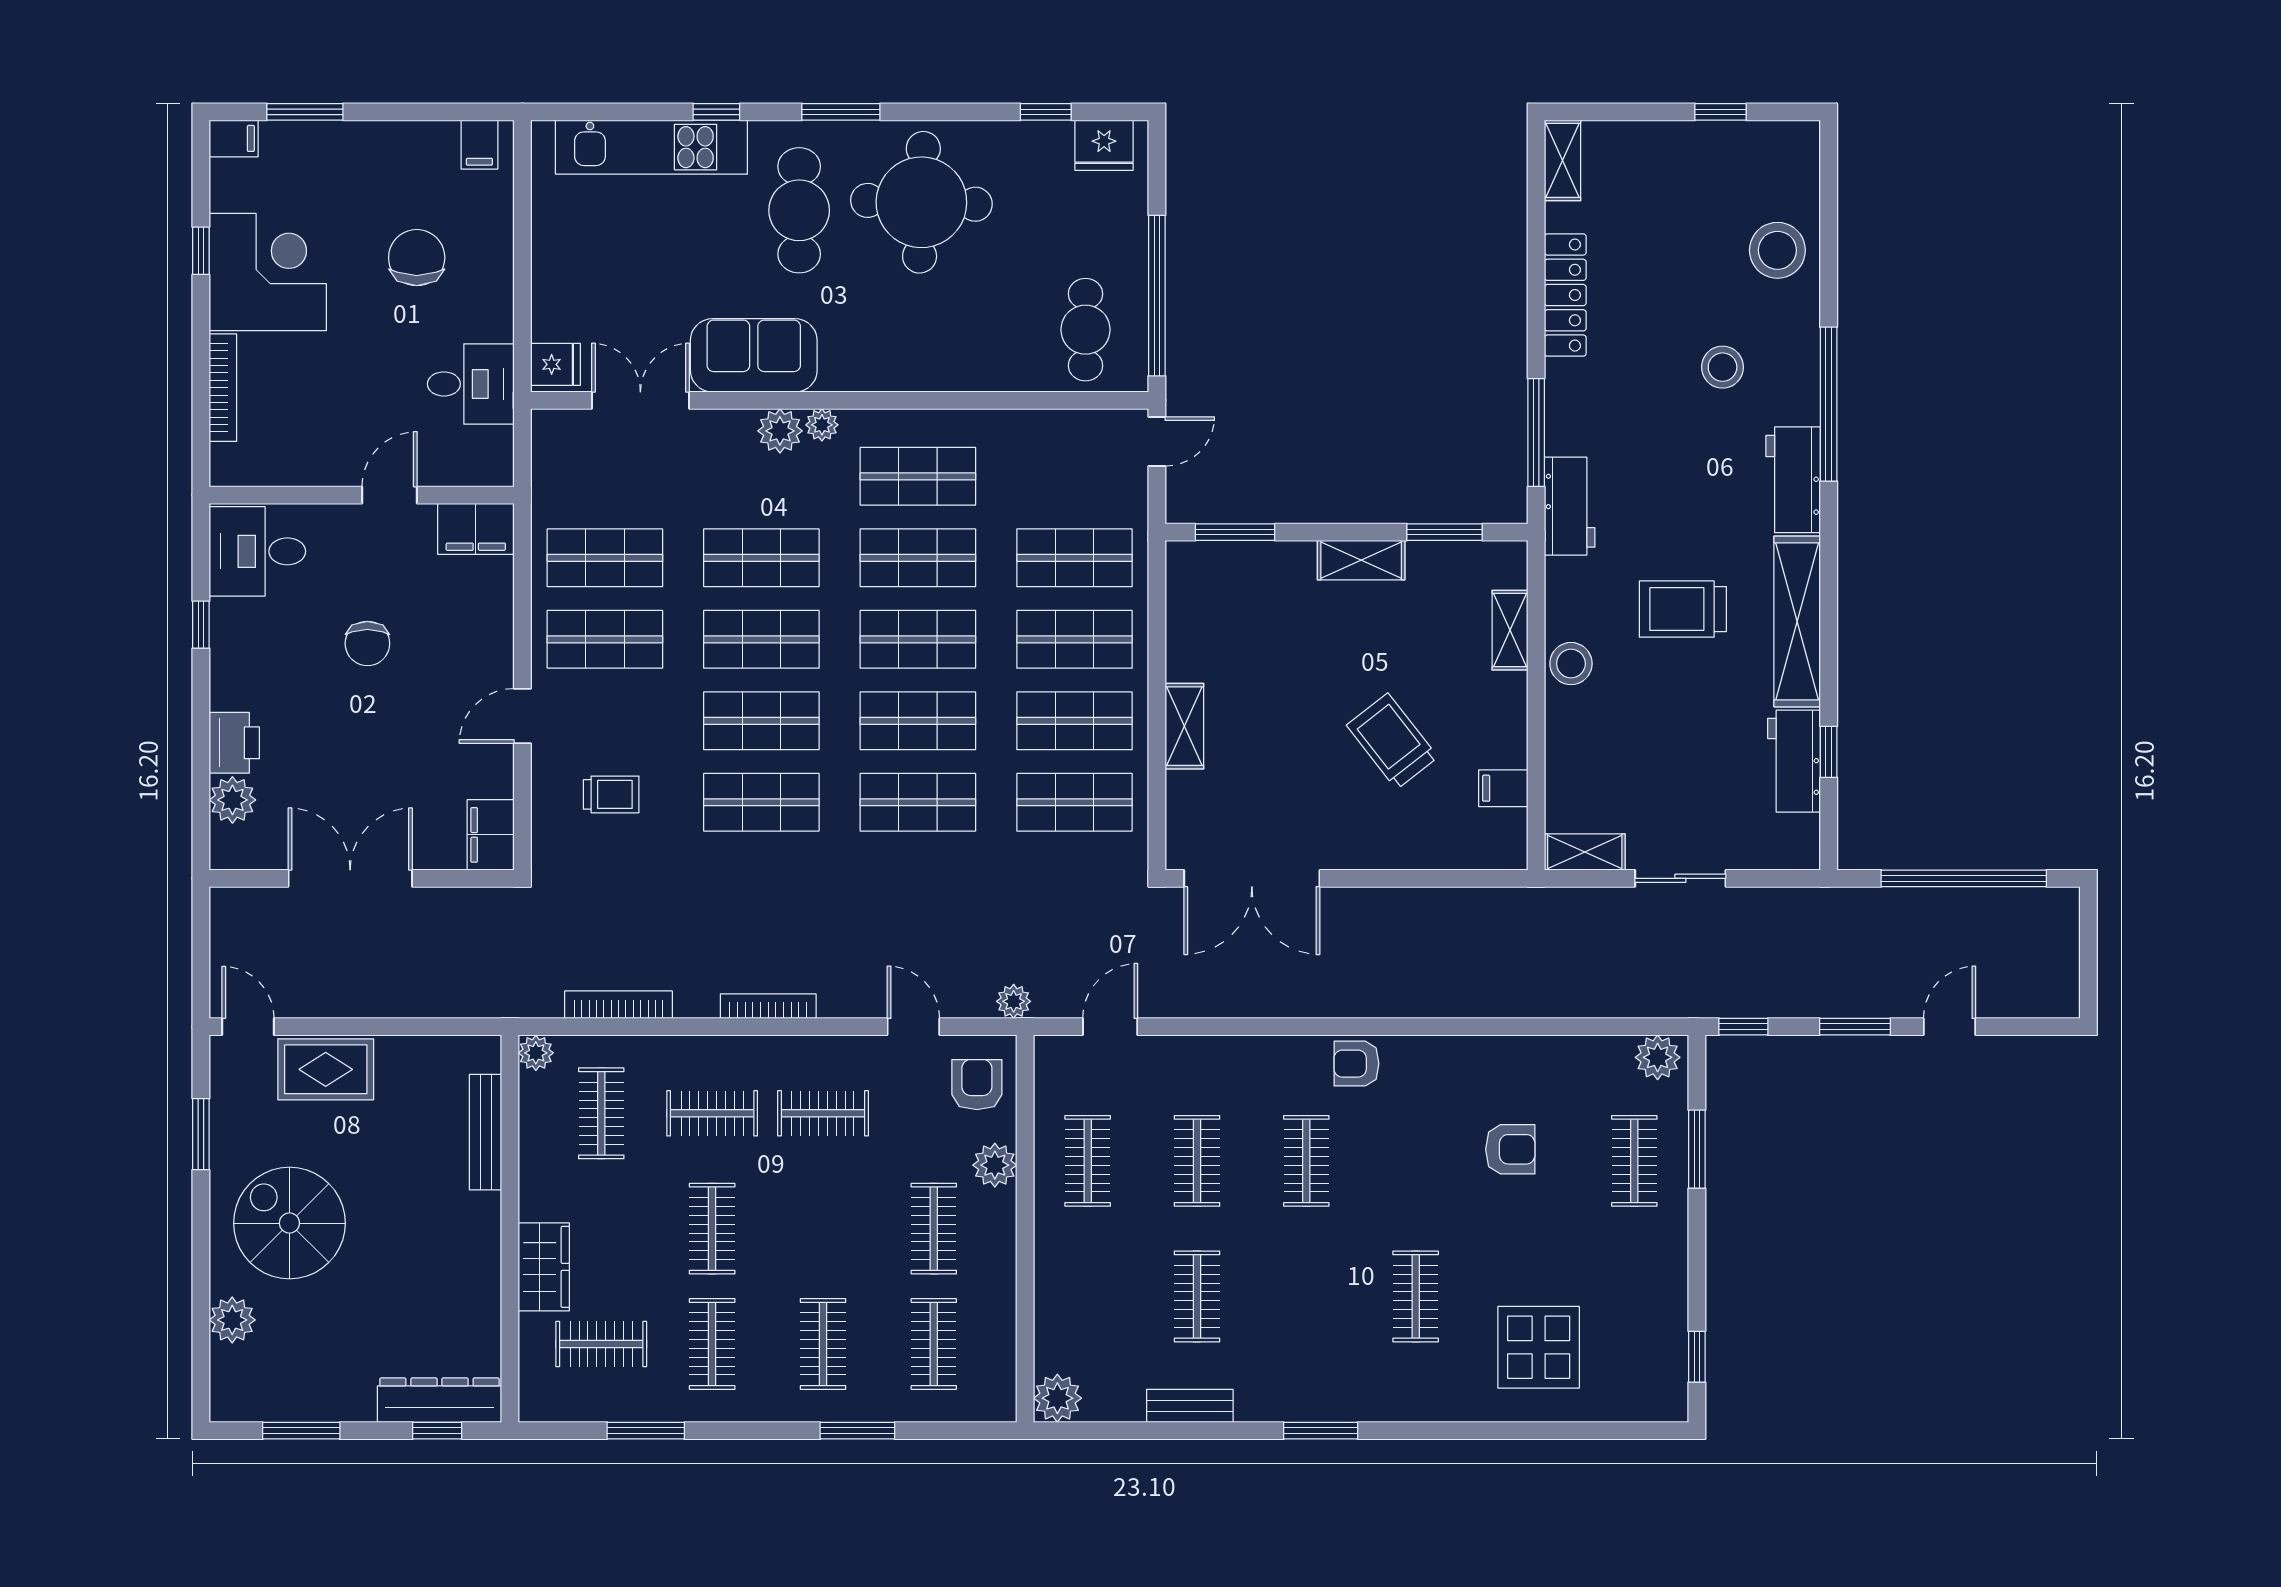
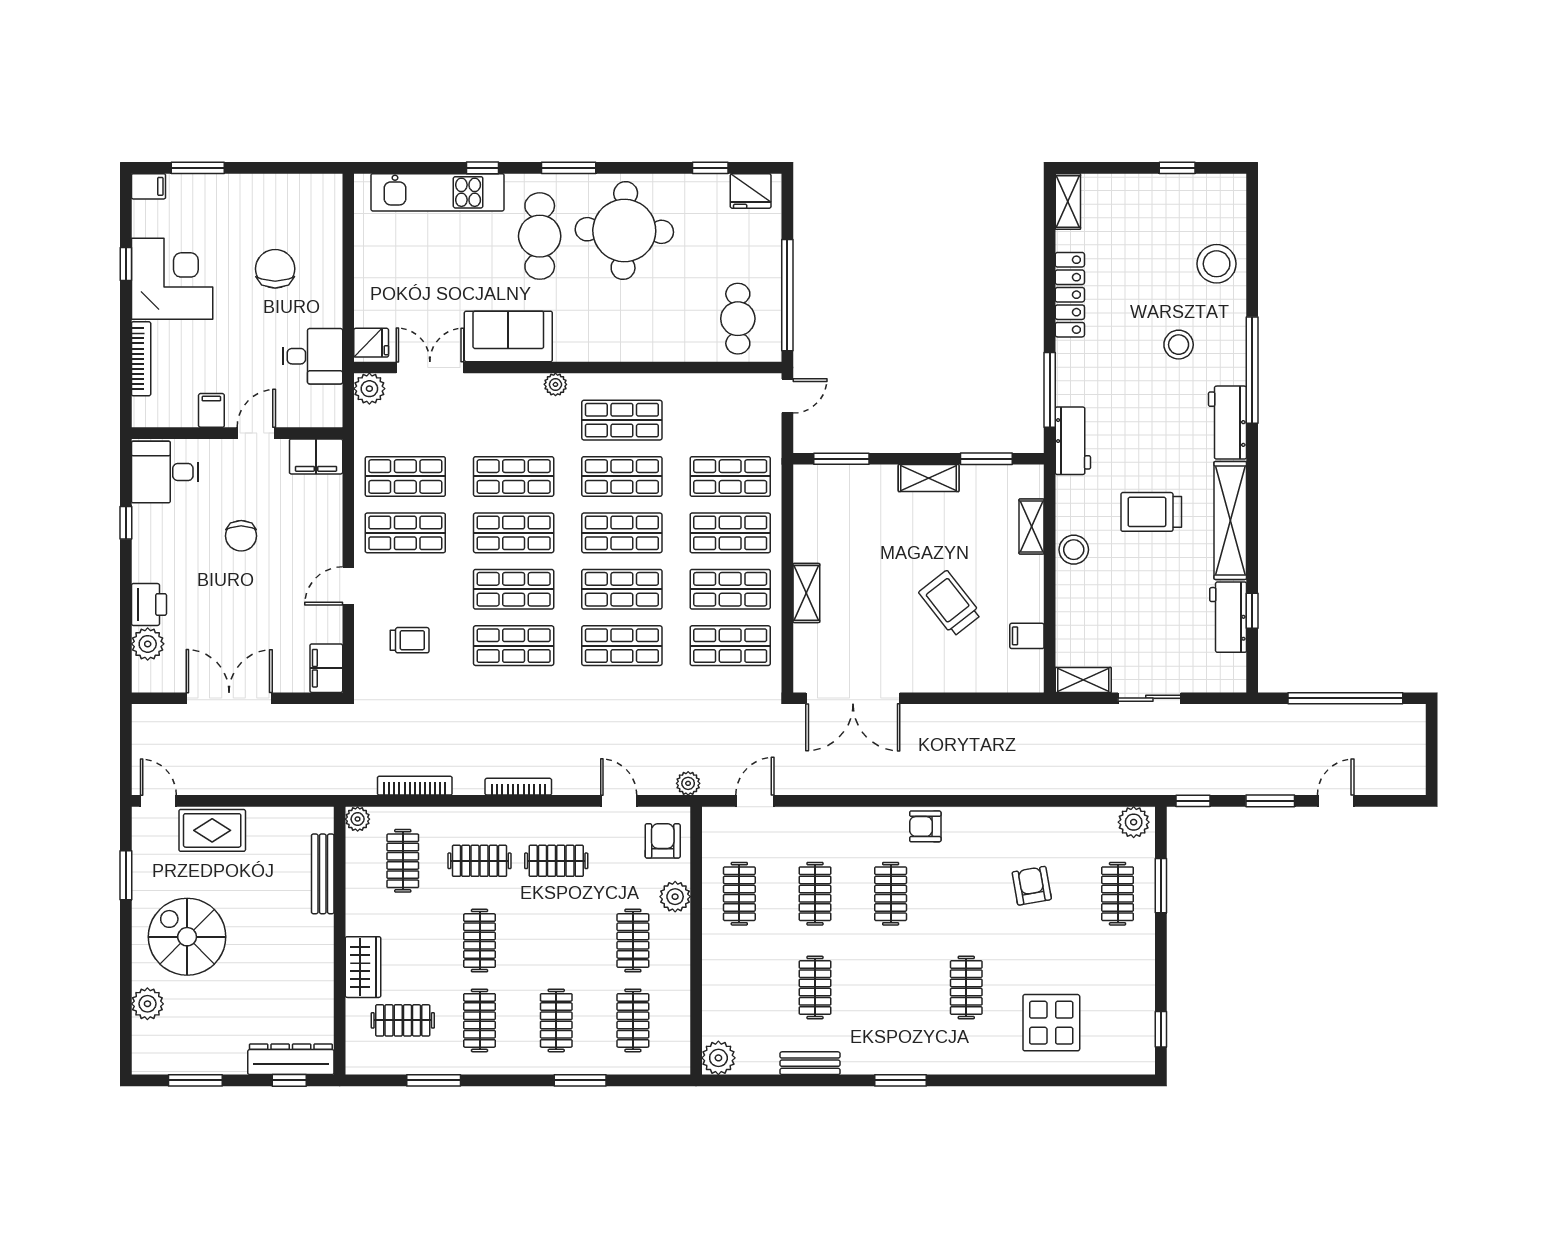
filing cabinet: (479, 145) -> (211, 410), moved, turned 180
plant: (780, 431) -> (369, 389), moved
armchair: (1510, 1149) -> (1032, 886), turned -100

